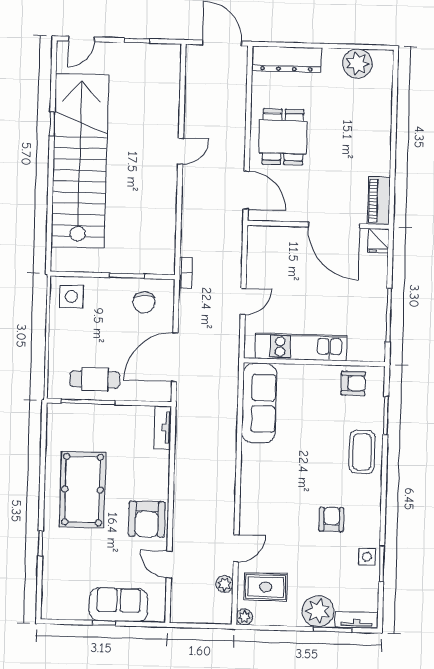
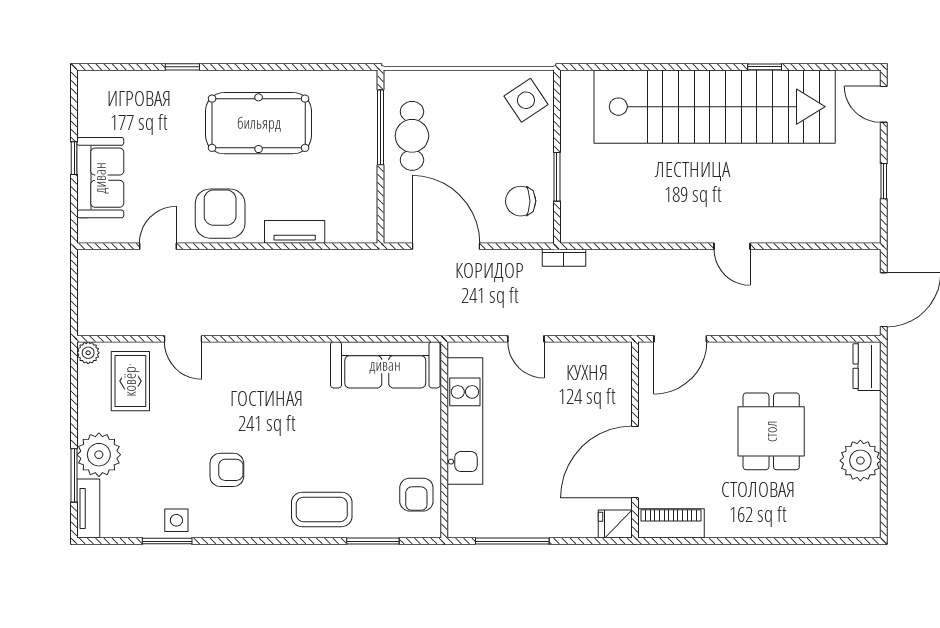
dresser: (287, 59) -> (867, 366), width x0.51, depth x0.80
plant: (357, 64) -> (860, 461), moved
dining table: (283, 137) -> (771, 431), moved, turned 90
side table: (71, 297) -> (526, 100), turned -34
tv unit: (163, 428) -> (295, 232), moved
armchair: (147, 519) -> (220, 214), turned 90
plant: (225, 584) -> (133, 324), removed

